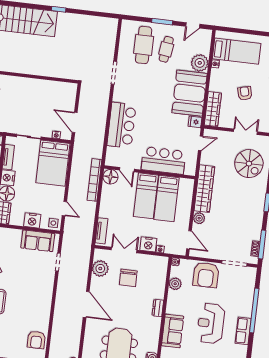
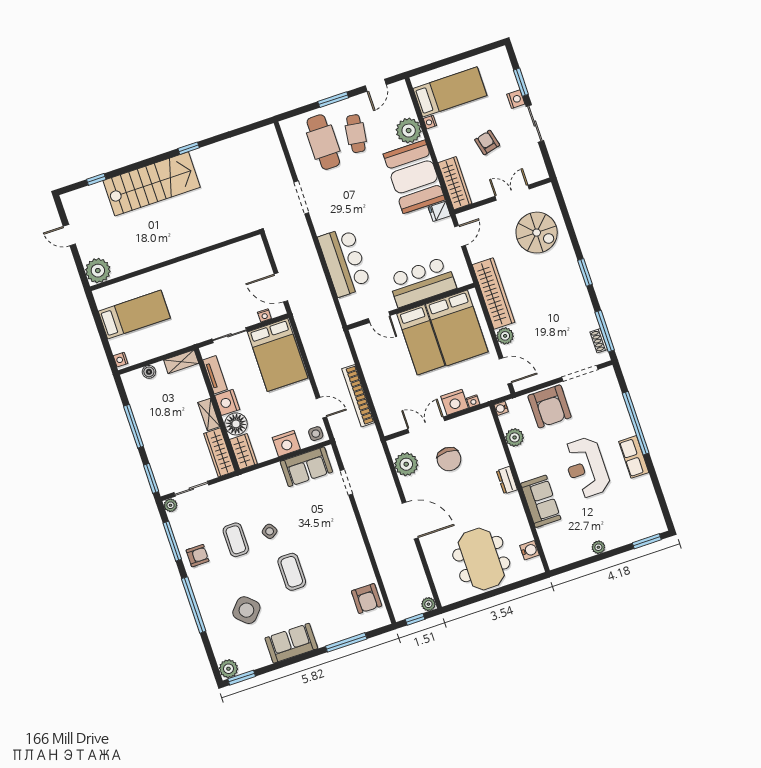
floor lamp: (110, 177) -> (362, 337), removed
bookcase: (95, 180) -> (358, 396), moved
bed: (167, 199) -> (457, 328), width x1.50
tv unit: (101, 231) -> (384, 414), removed

